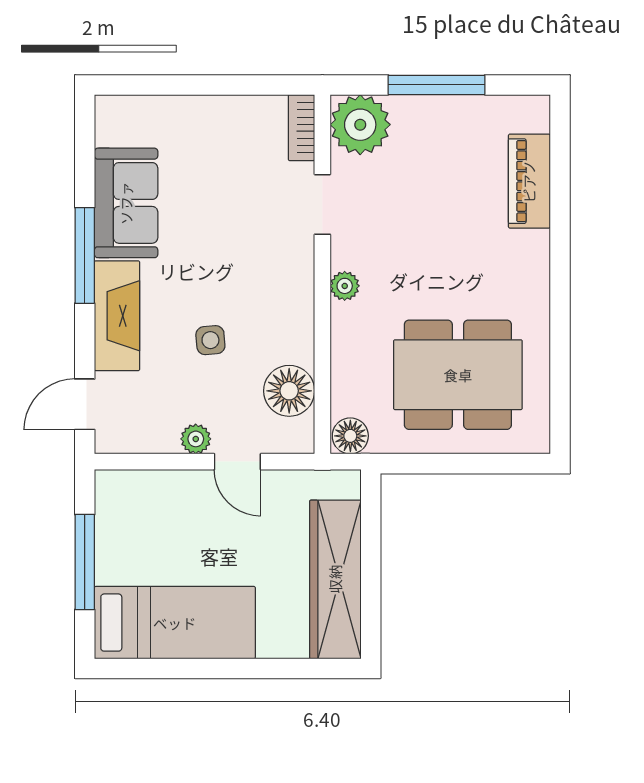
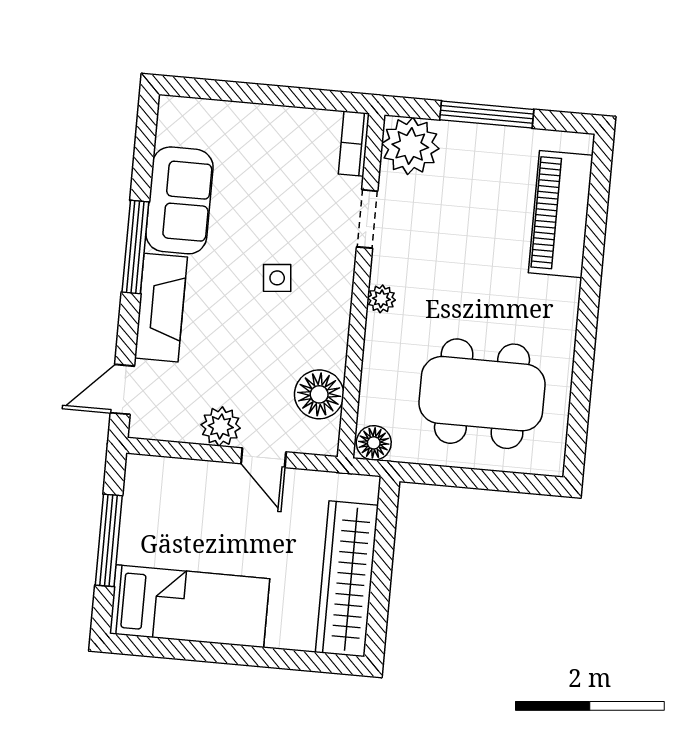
piano: (529, 181) -> (561, 214), width x1.37, depth x1.33
side table: (210, 340) -> (277, 278), moved
plant: (196, 439) -> (221, 426), width x1.38, depth x1.38

